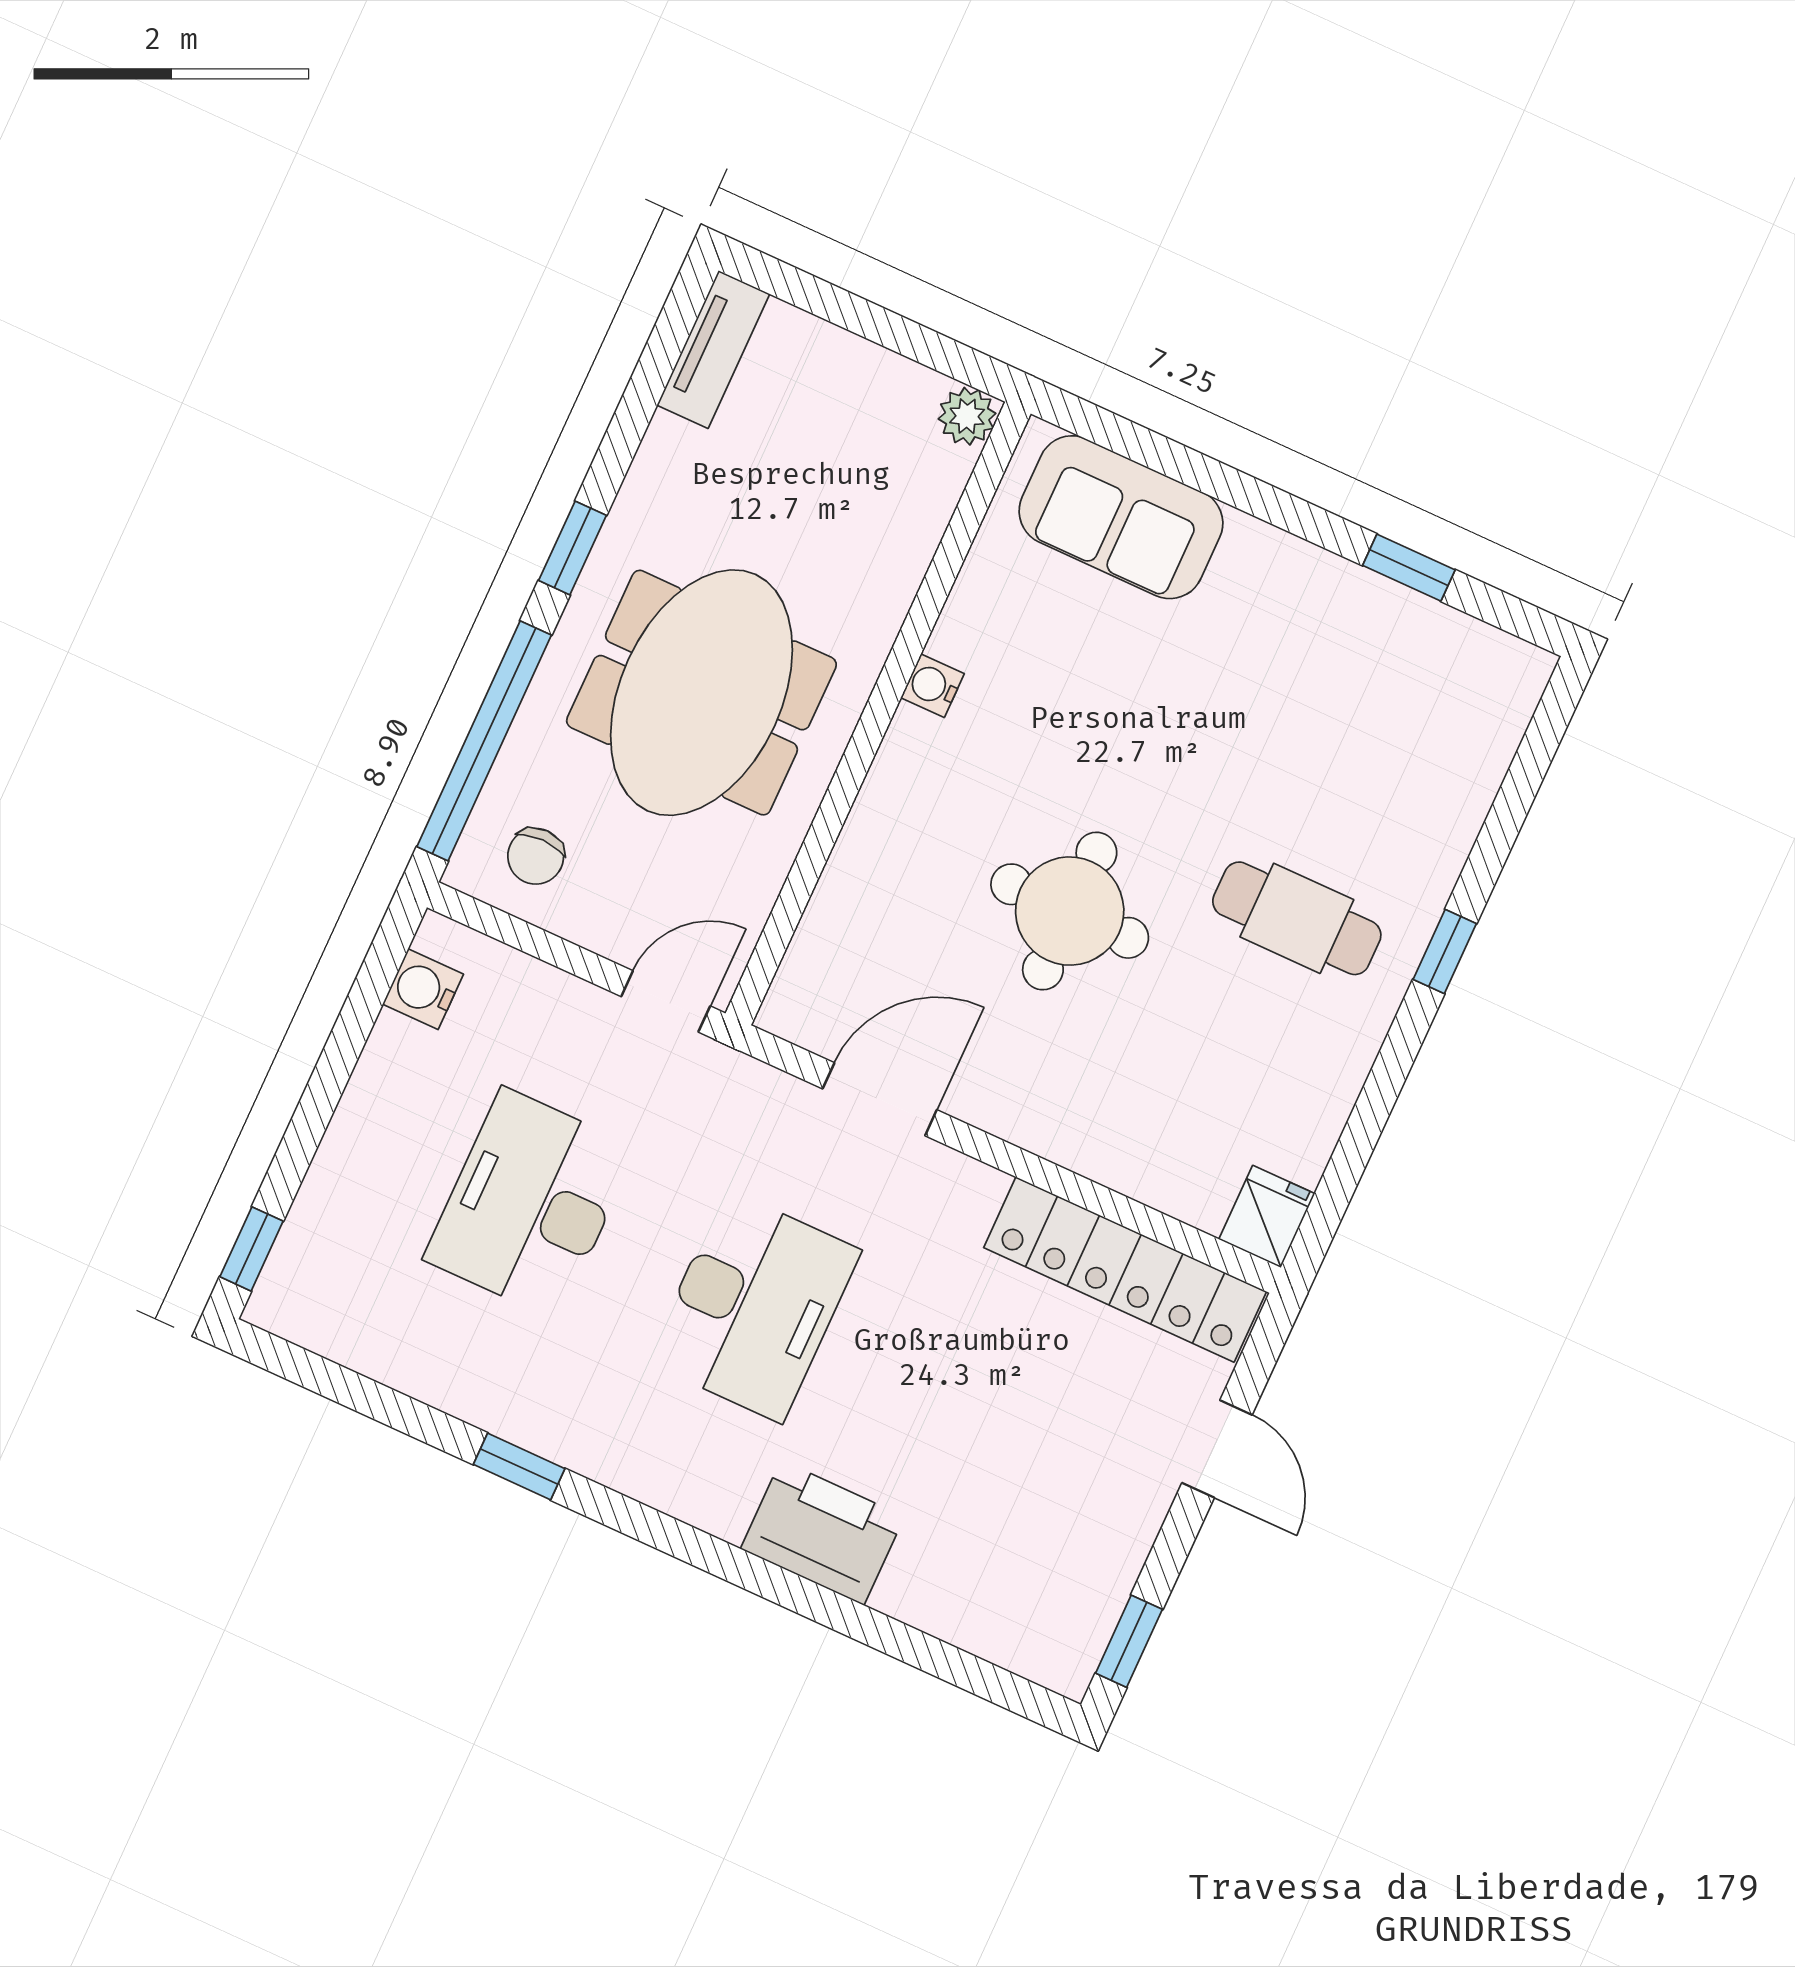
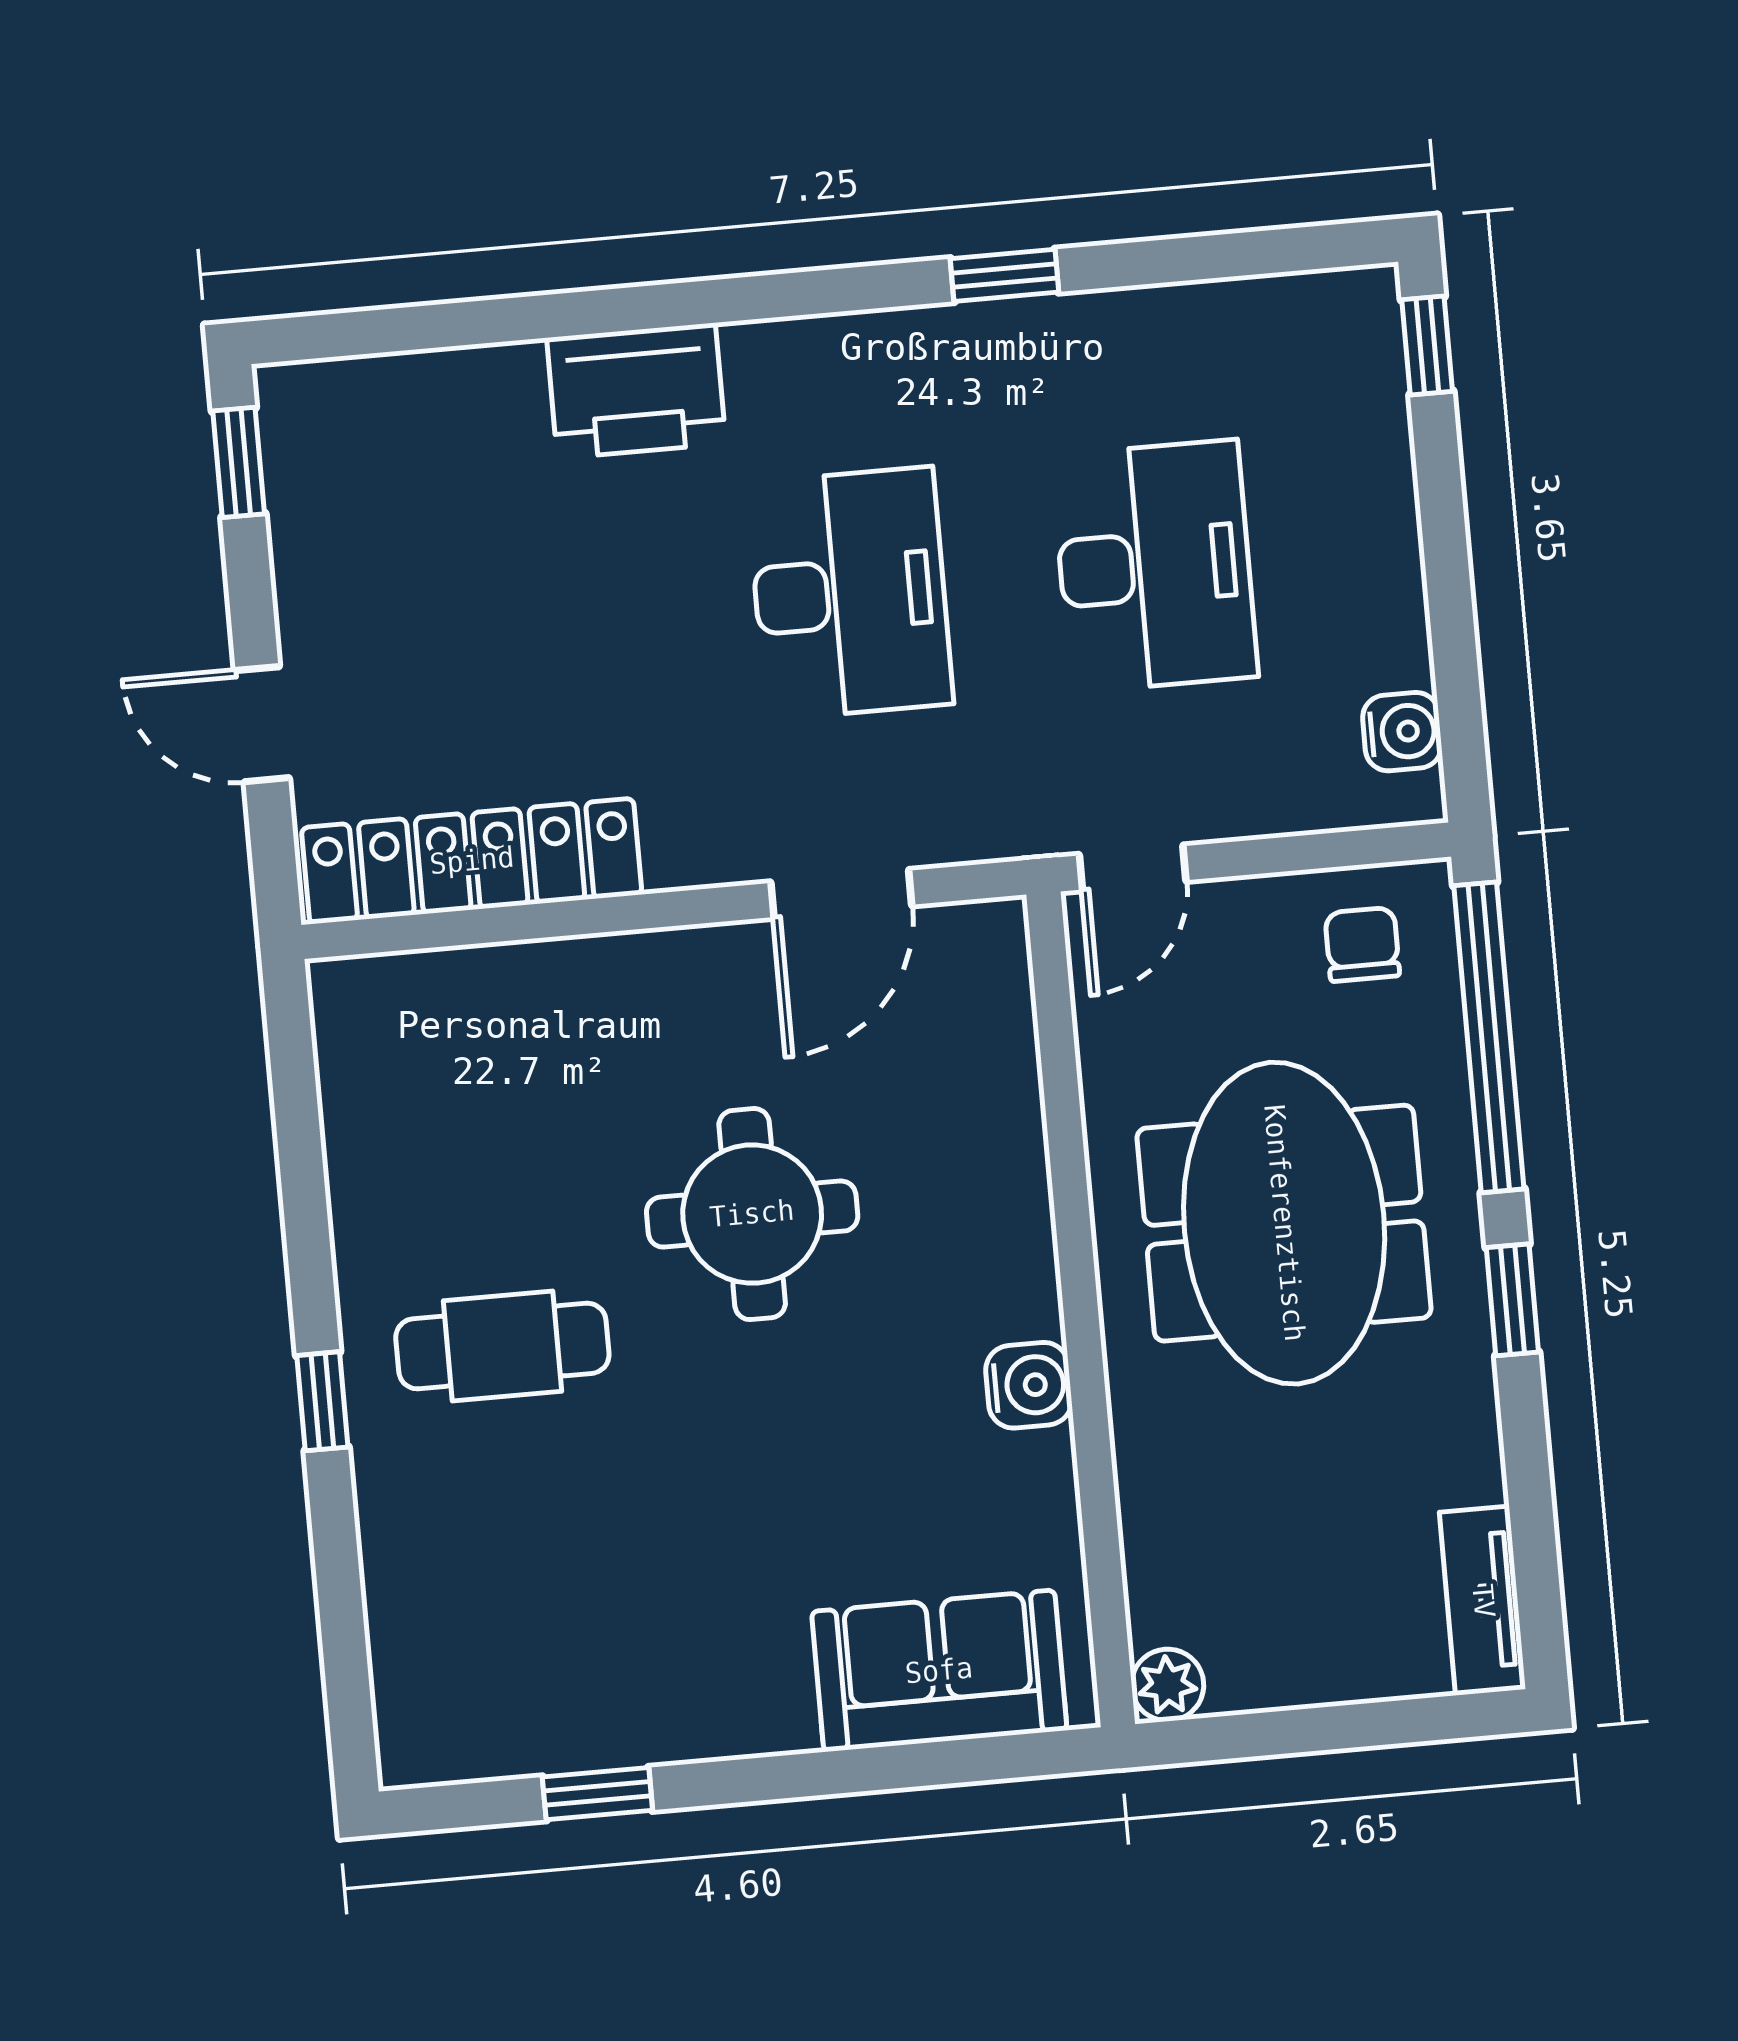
water cooler: (932, 686) -> (1029, 1385), width x1.38, depth x1.38
fridge: (1267, 1217) -> (351, 1006), removed
desk: (754, 1306) -> (850, 593), turned 180

